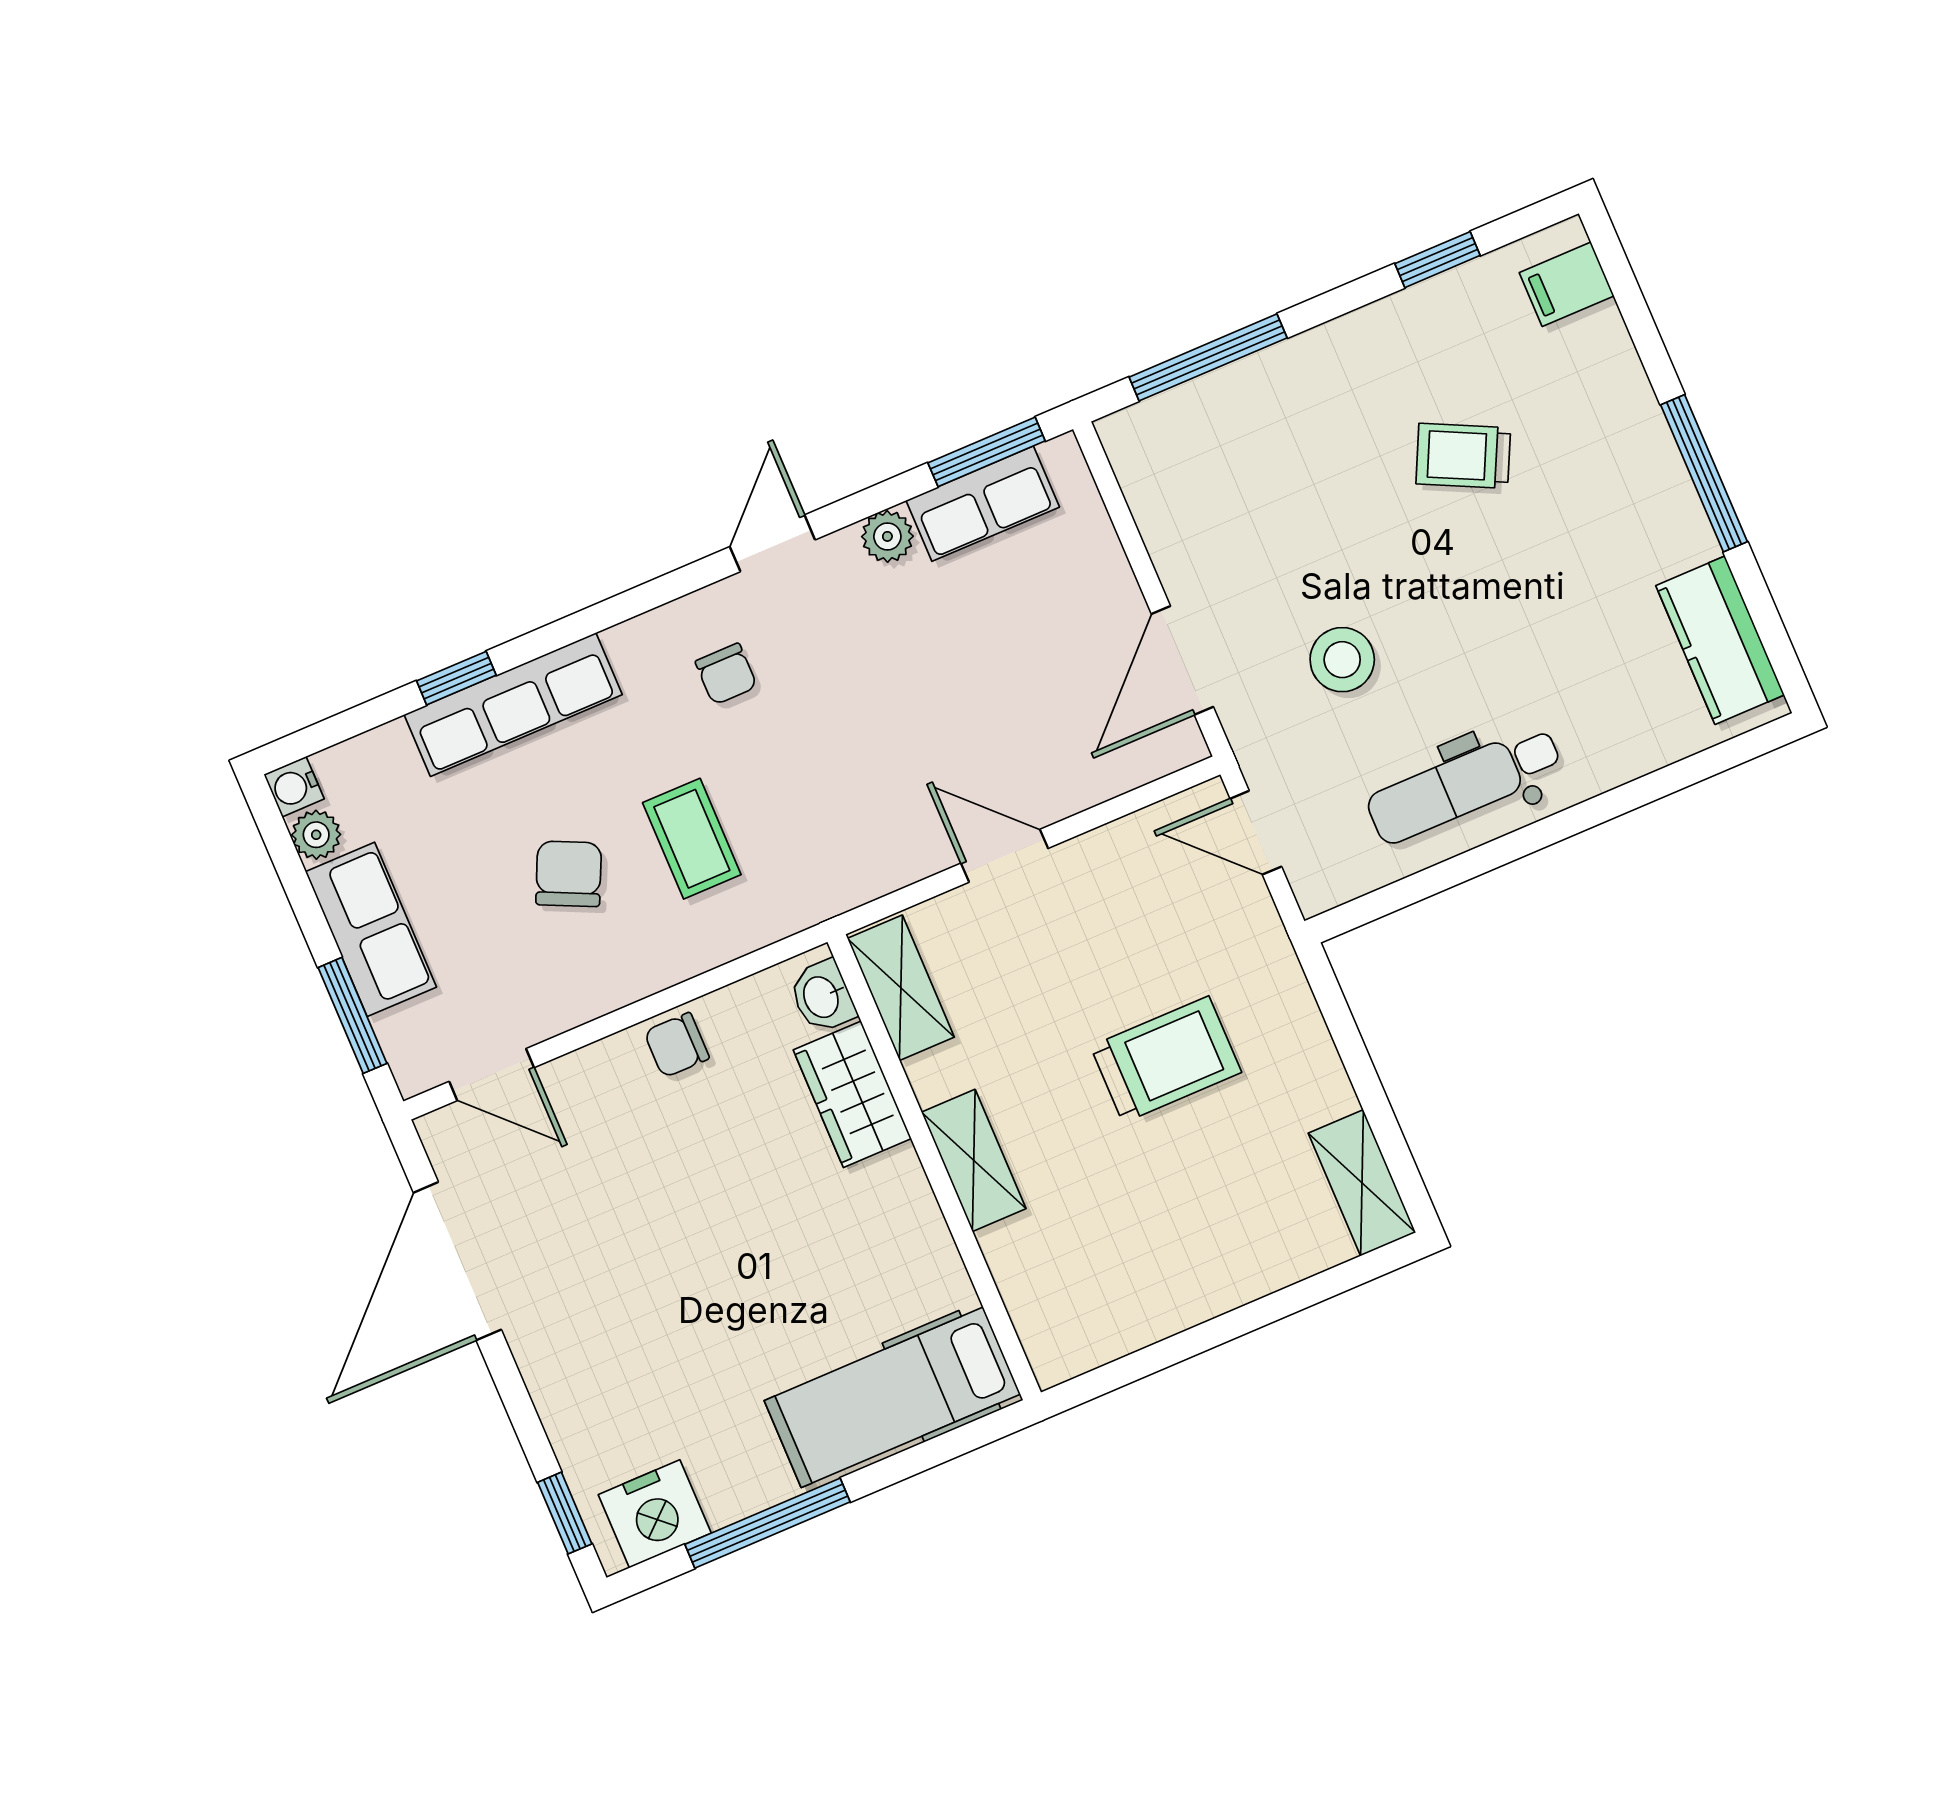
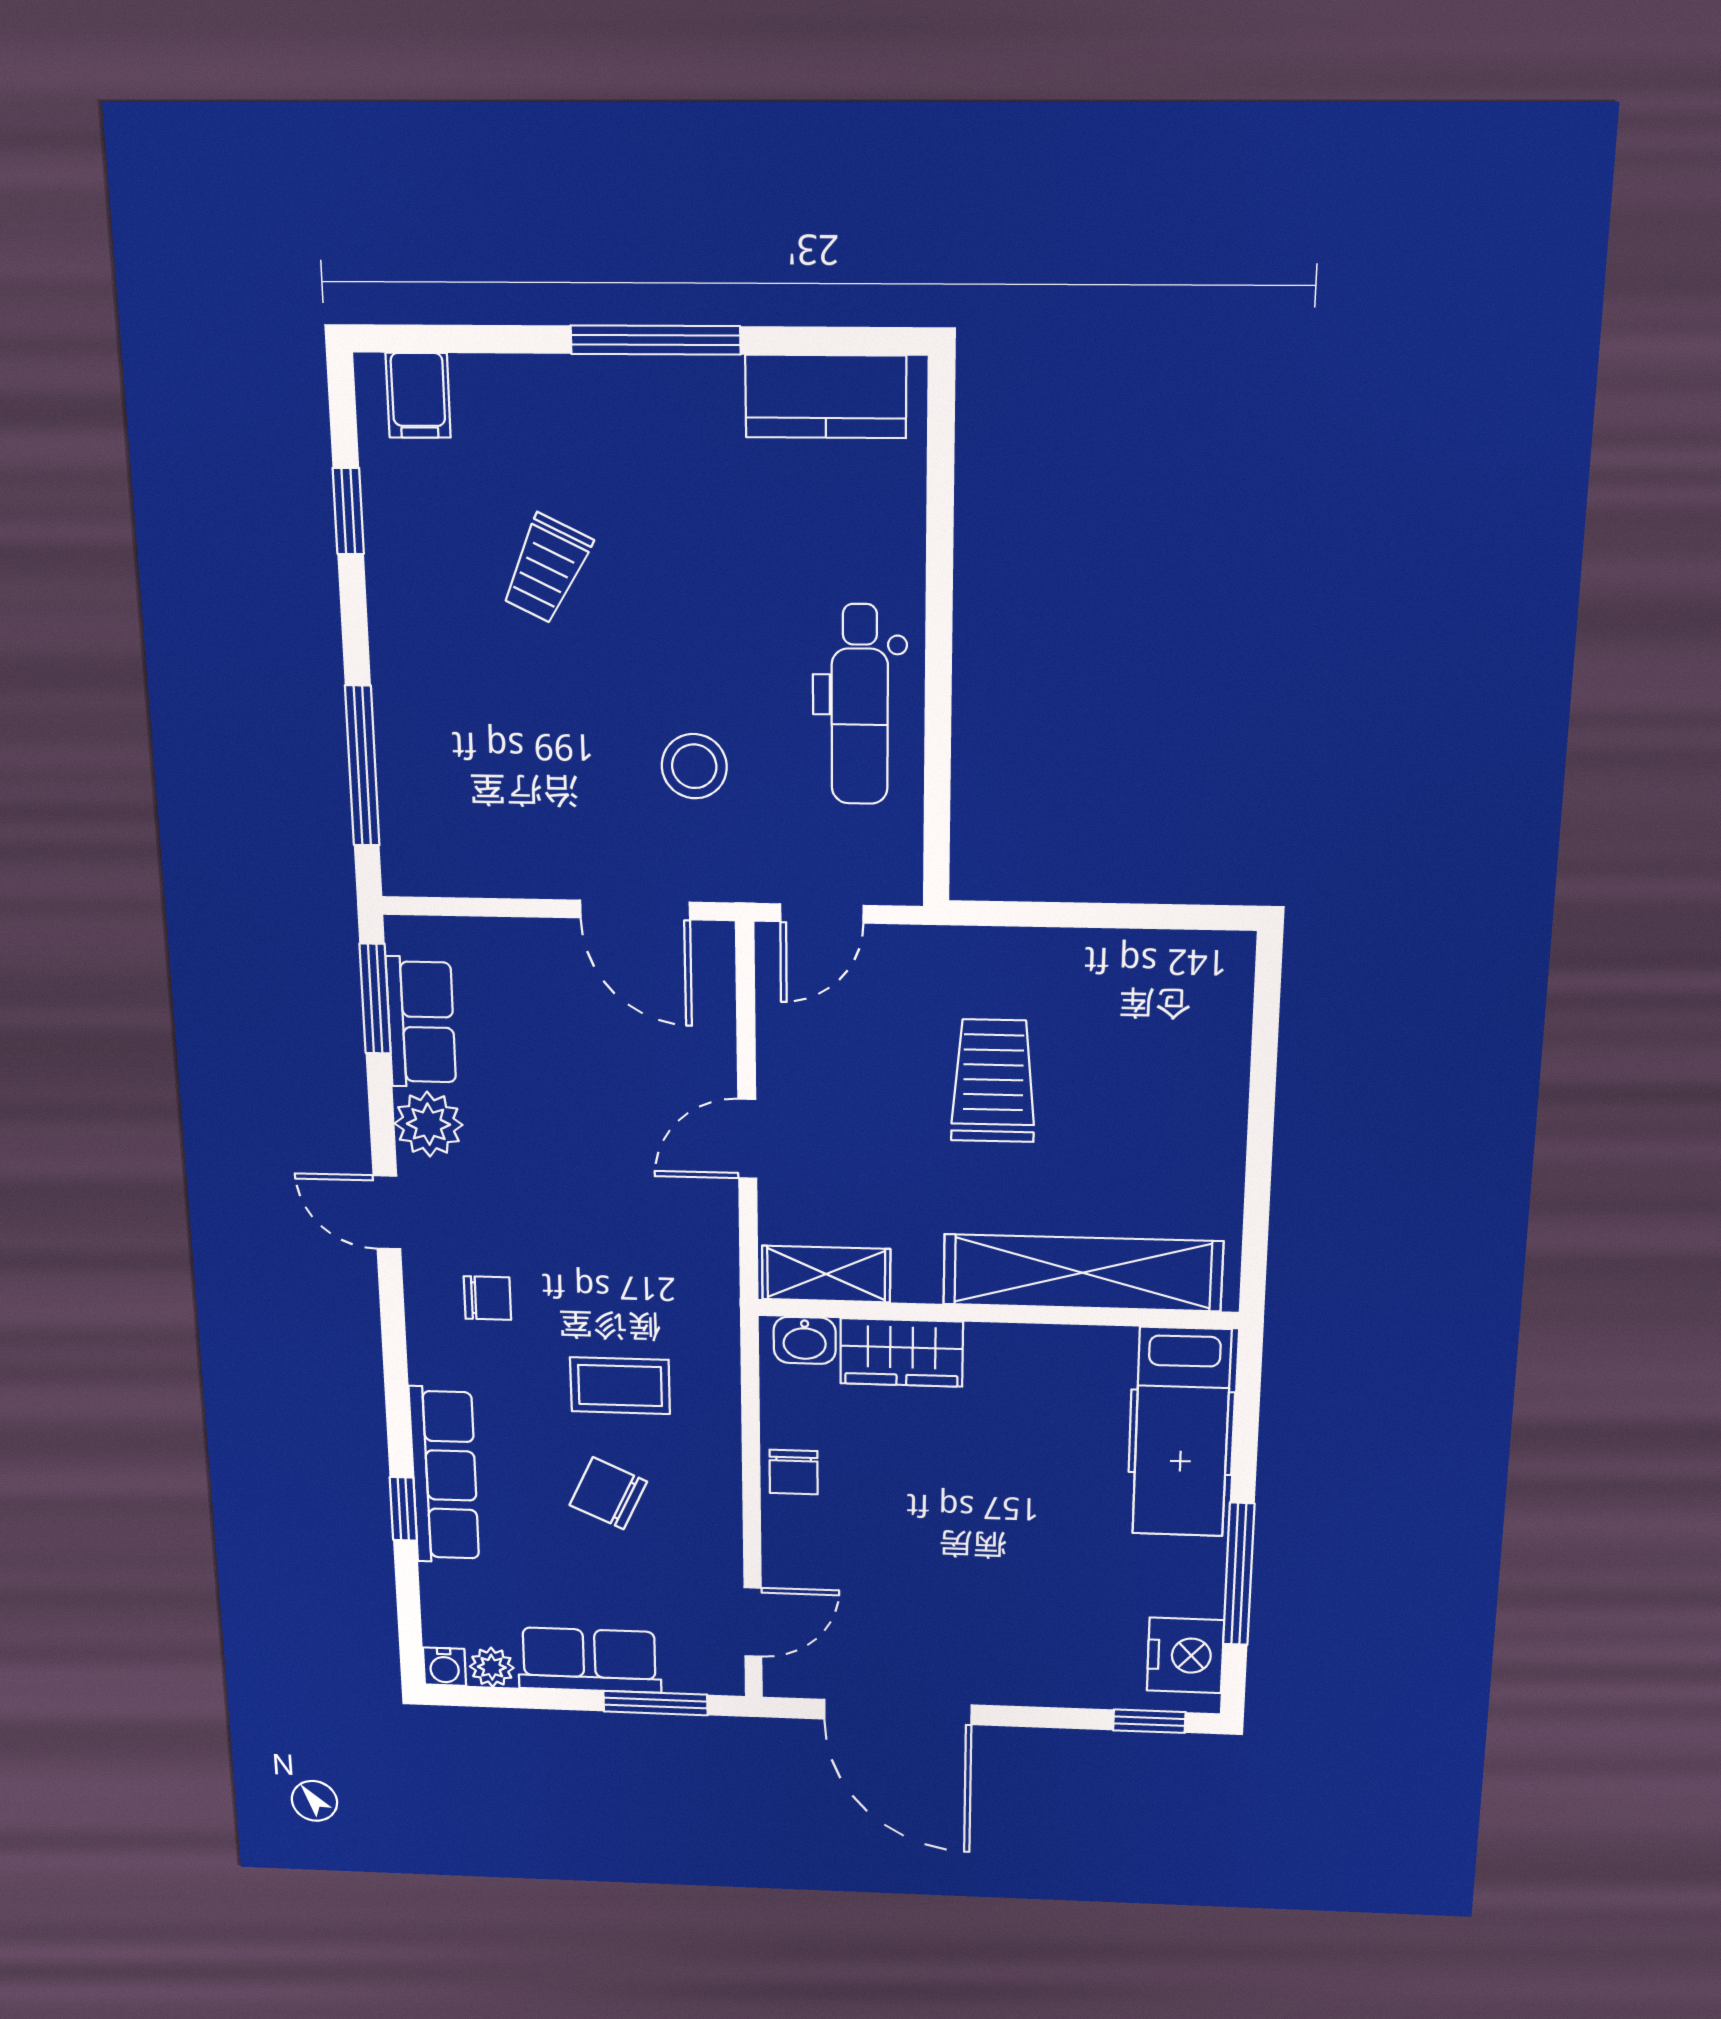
plant: (887, 536) -> (428, 1124), width x1.38, depth x1.38
shelving: (974, 1160) -> (1083, 1273), width x2.20, depth x1.33
shelving: (1362, 1183) -> (1188, 959), removed

